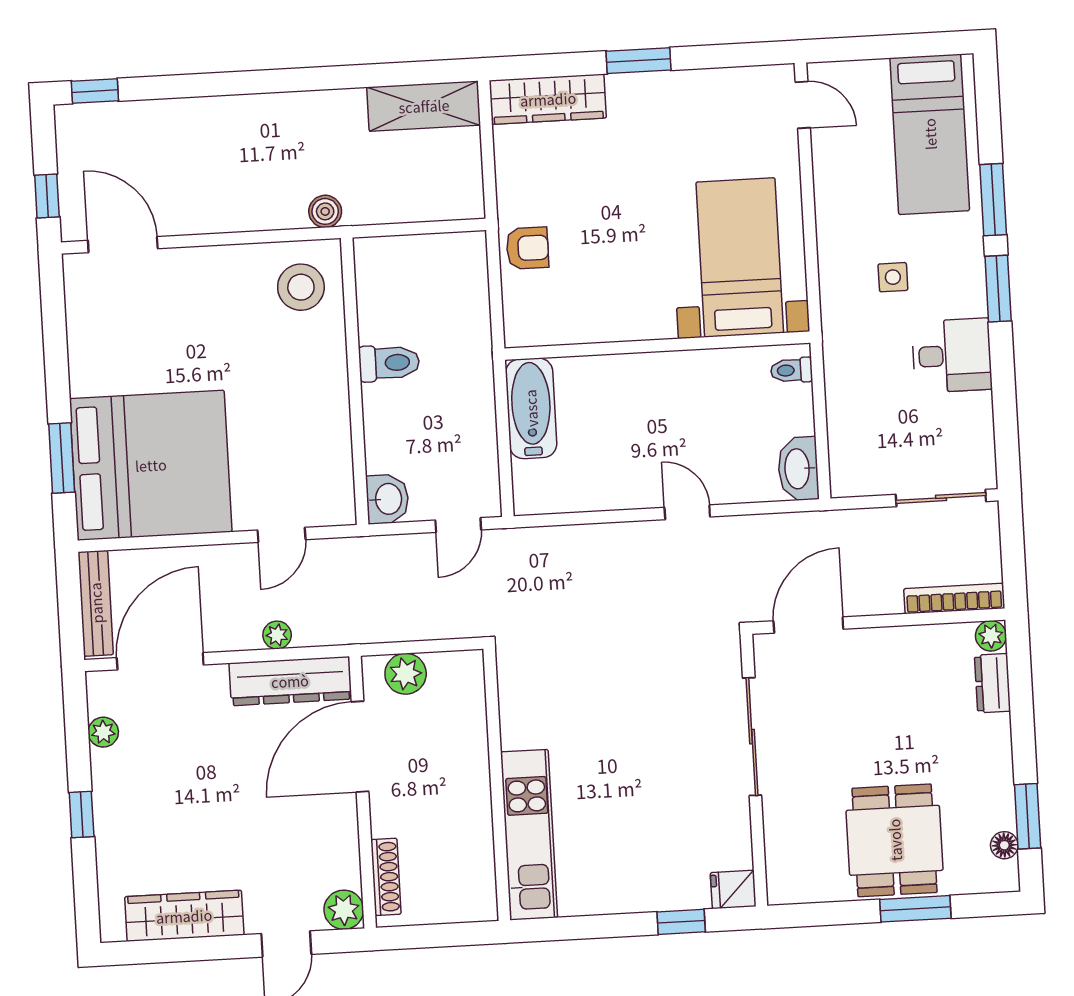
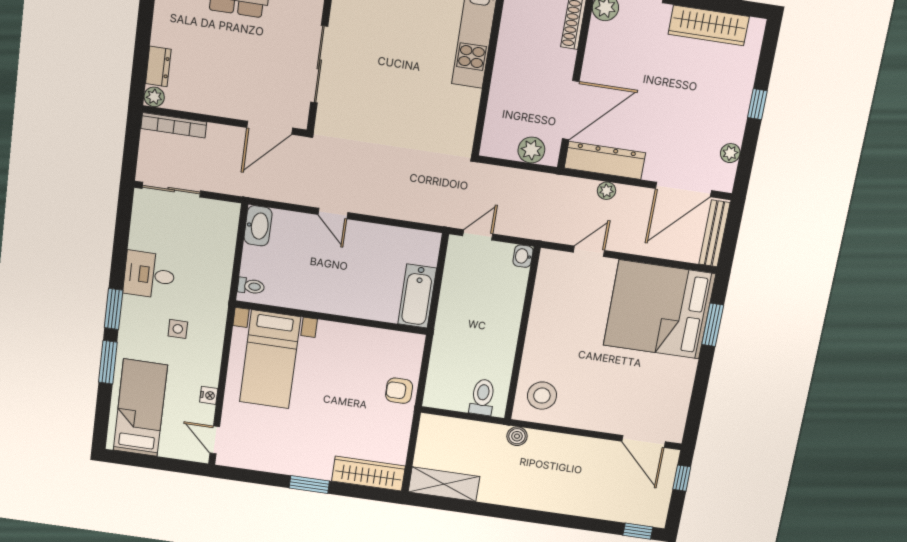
nightstand: (825, 178) -> (209, 395), added
toilet: (389, 363) -> (482, 397), moved, turned 90
washbasin: (387, 499) -> (523, 256), width x0.72, depth x0.69

